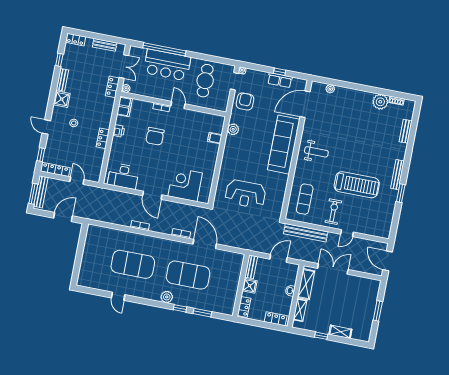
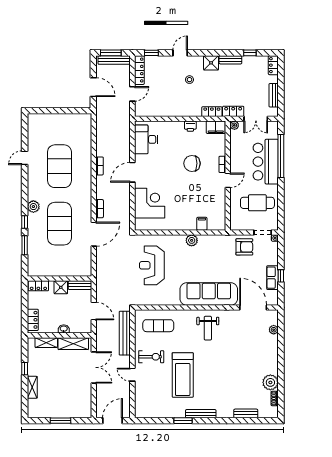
plant: (233, 129) -> (192, 240), moved
locker: (103, 138) -> (212, 112), moved

